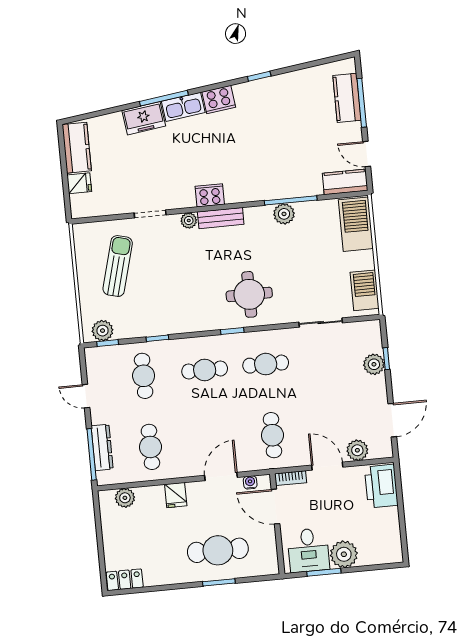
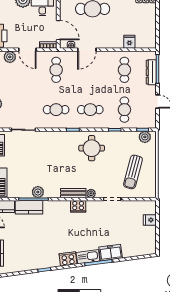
kitchen counter: (77, 148) -> (29, 207), moved, turned -90
round table: (249, 294) -> (92, 148), moved
fridge: (176, 495) -> (129, 42), moved
plant: (125, 498) -> (141, 43), removed

